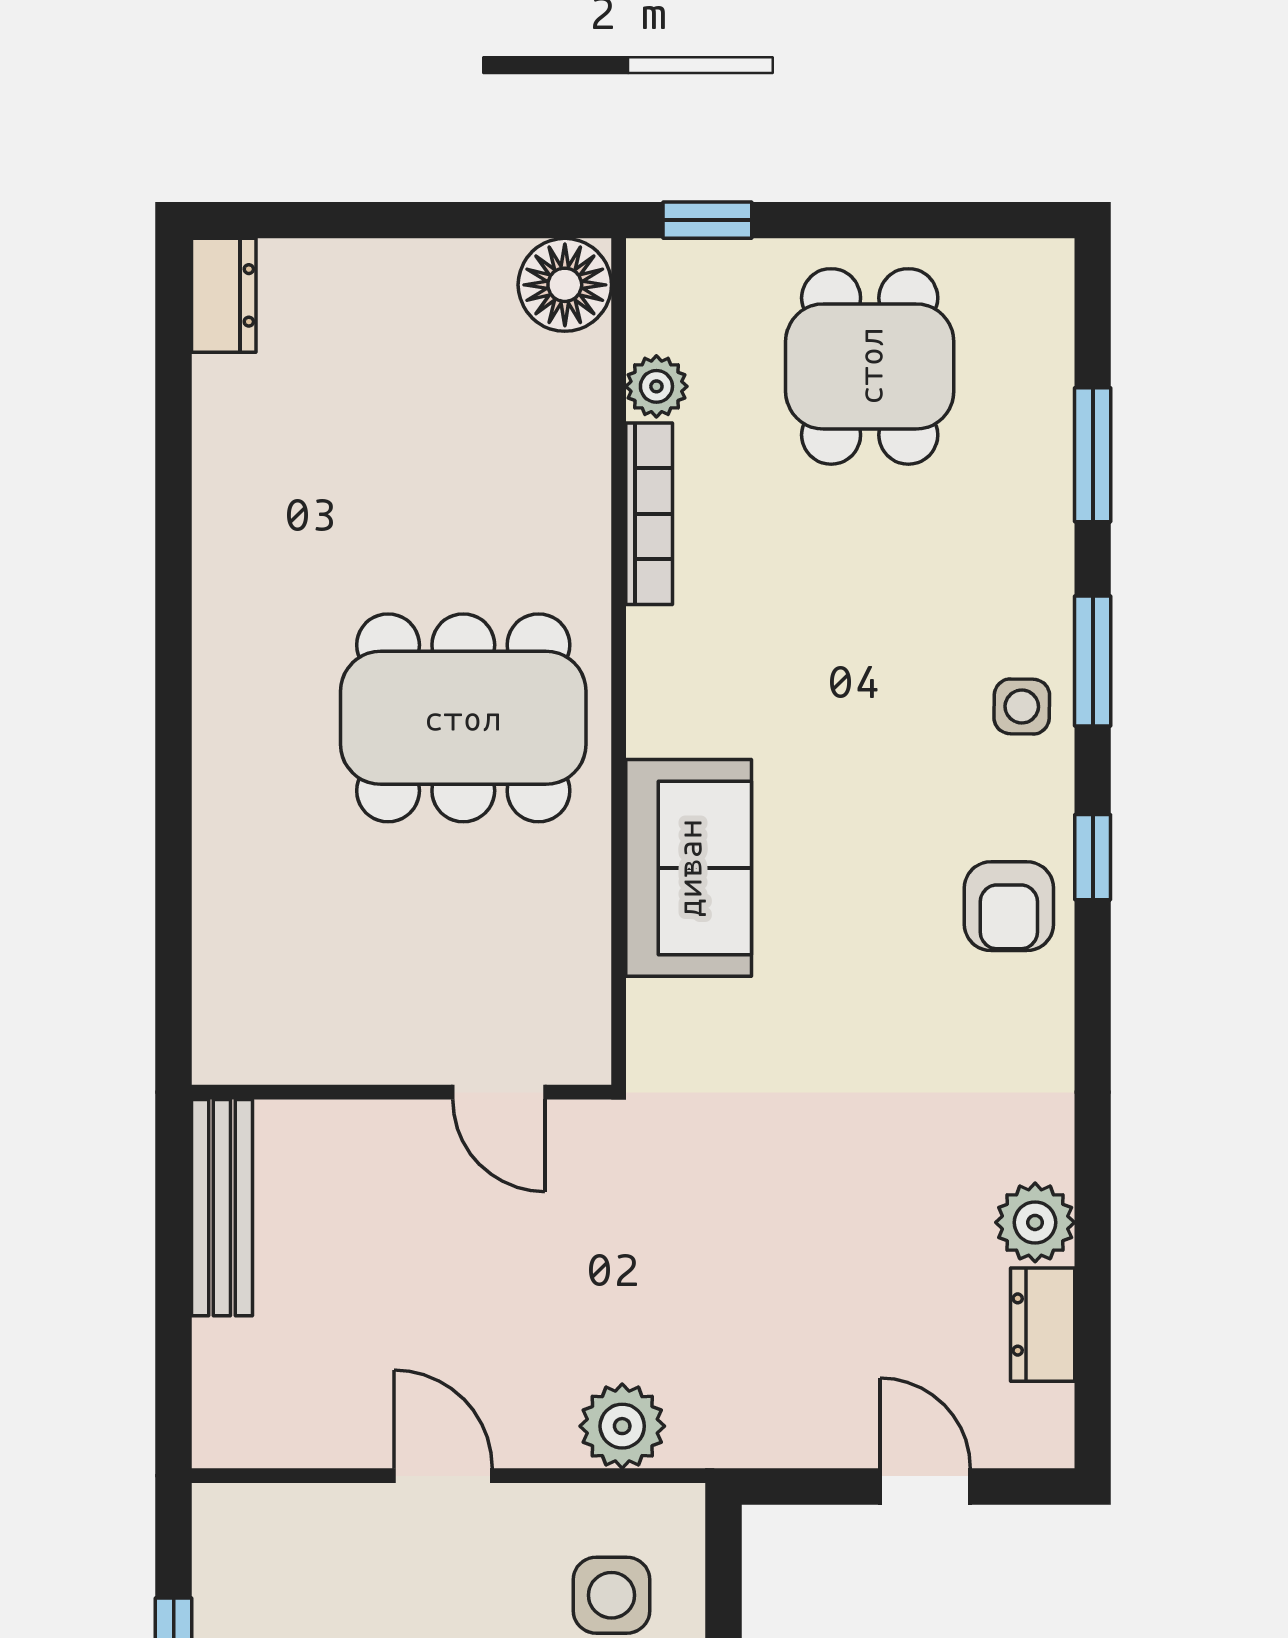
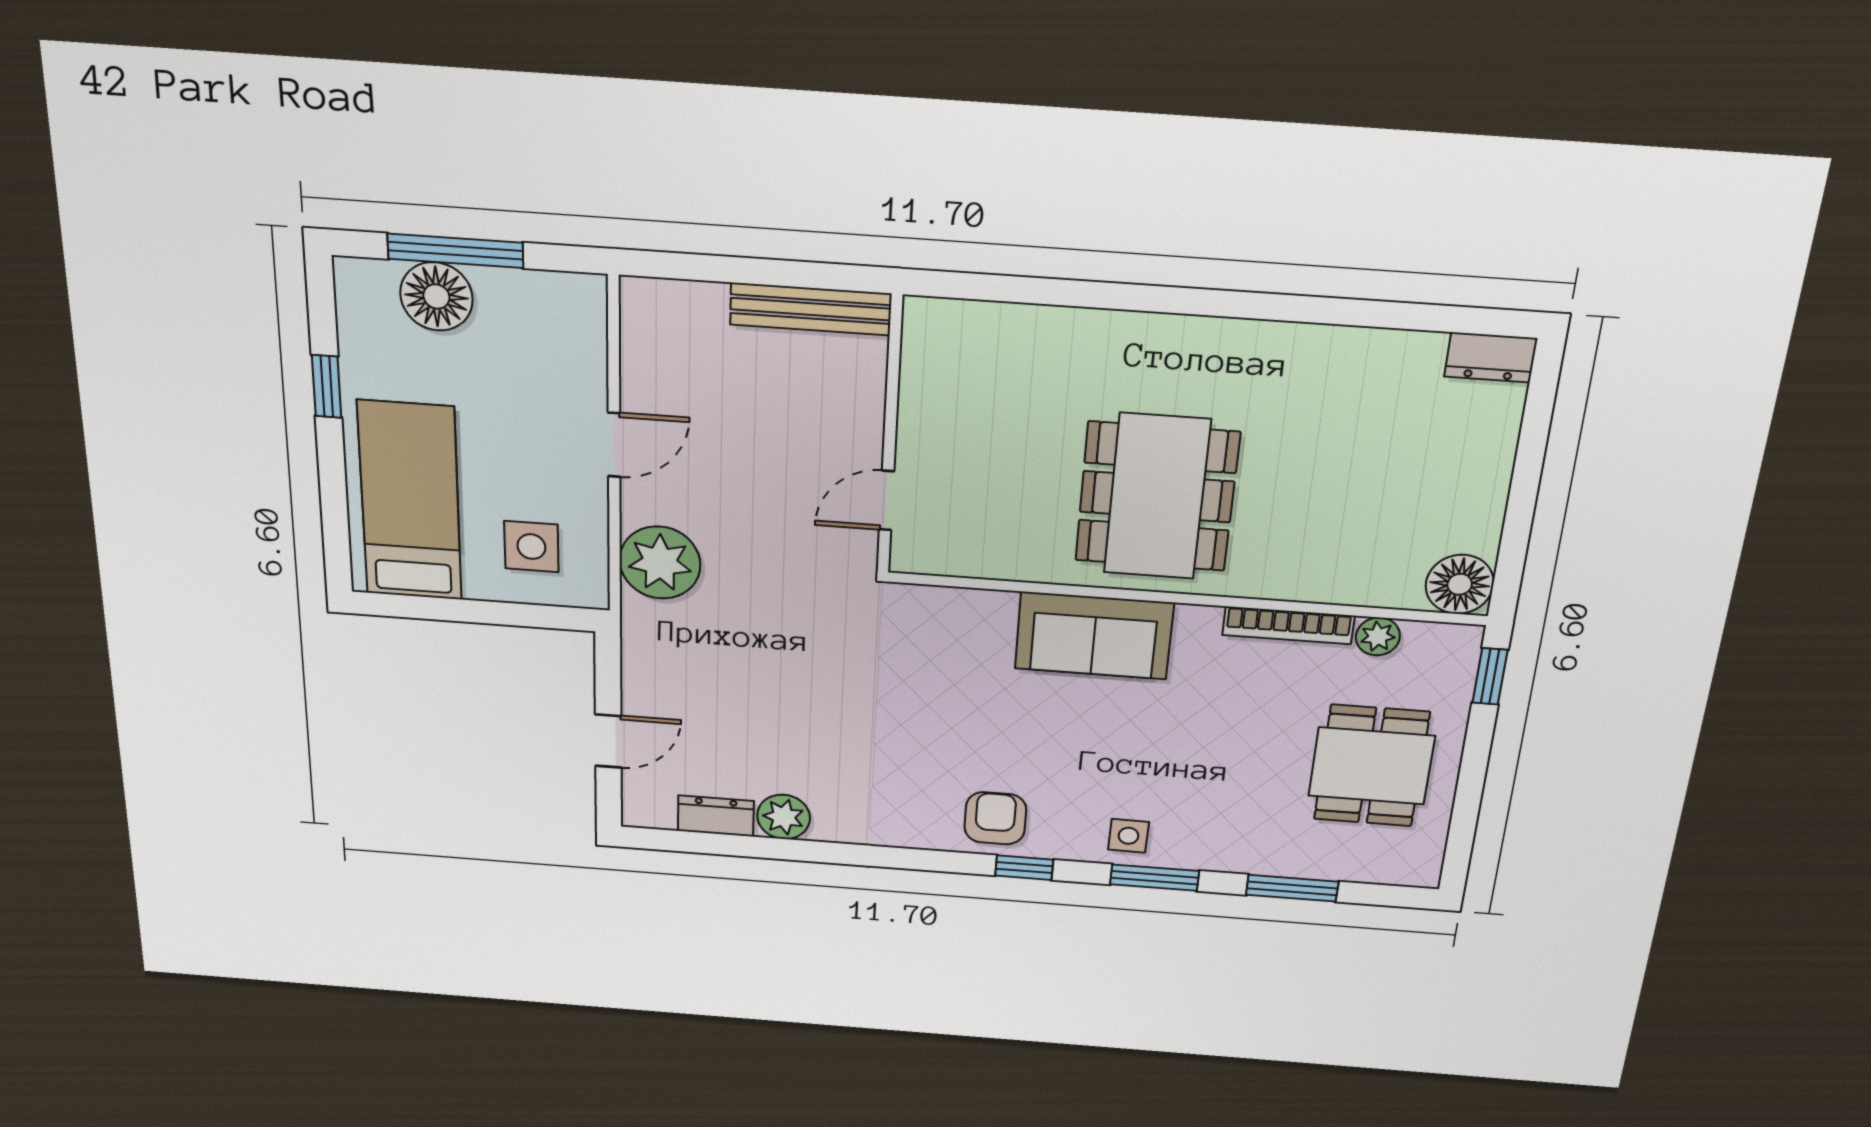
dining table: (870, 366) -> (1371, 766), turned 90
sofa: (689, 868) -> (1094, 636), moved
armchair: (1009, 906) -> (995, 818), turned 90
plant: (622, 1426) -> (660, 563), width x1.36, depth x1.36

